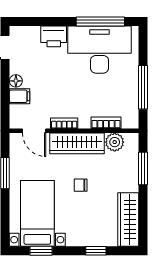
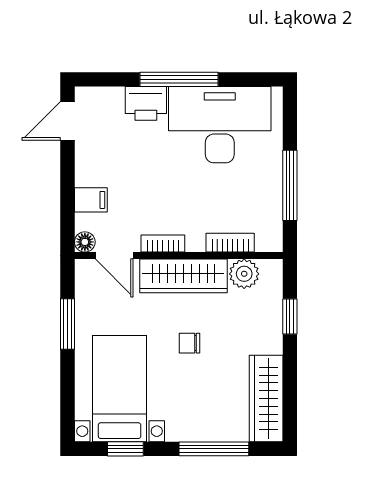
window: (100, 21) -> (179, 79), moved
floor lamp: (16, 81) -> (85, 242), moved
window: (143, 169) -> (290, 316), width x0.67
window: (96, 251) -> (214, 449), width x2.17

